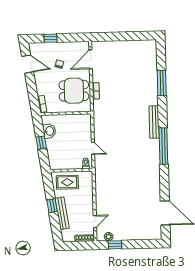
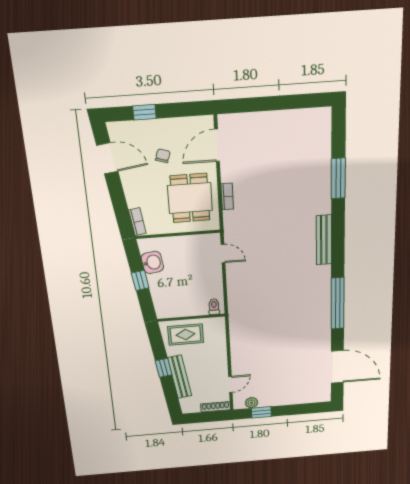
dining table: (74, 91) -> (190, 198), turned 90
window: (163, 146) -> (338, 303), moved
door: (93, 148) -> (223, 254), moved

